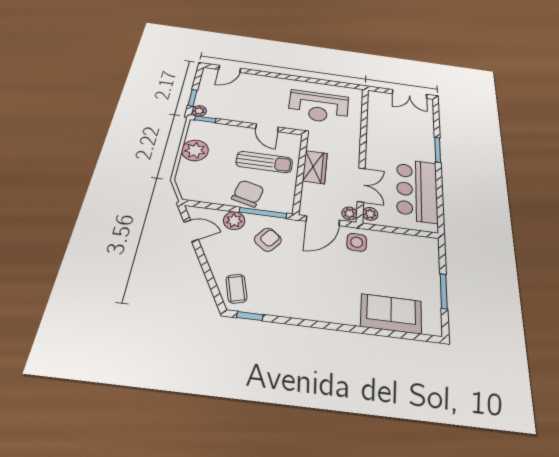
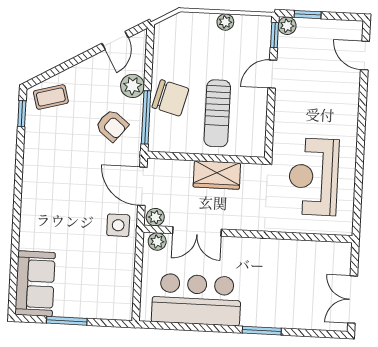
door: (267, 128) -> (272, 74), moved
plant: (195, 150) -> (225, 22), width x0.53, depth x0.53
sofa: (391, 314) -> (35, 284), moved

